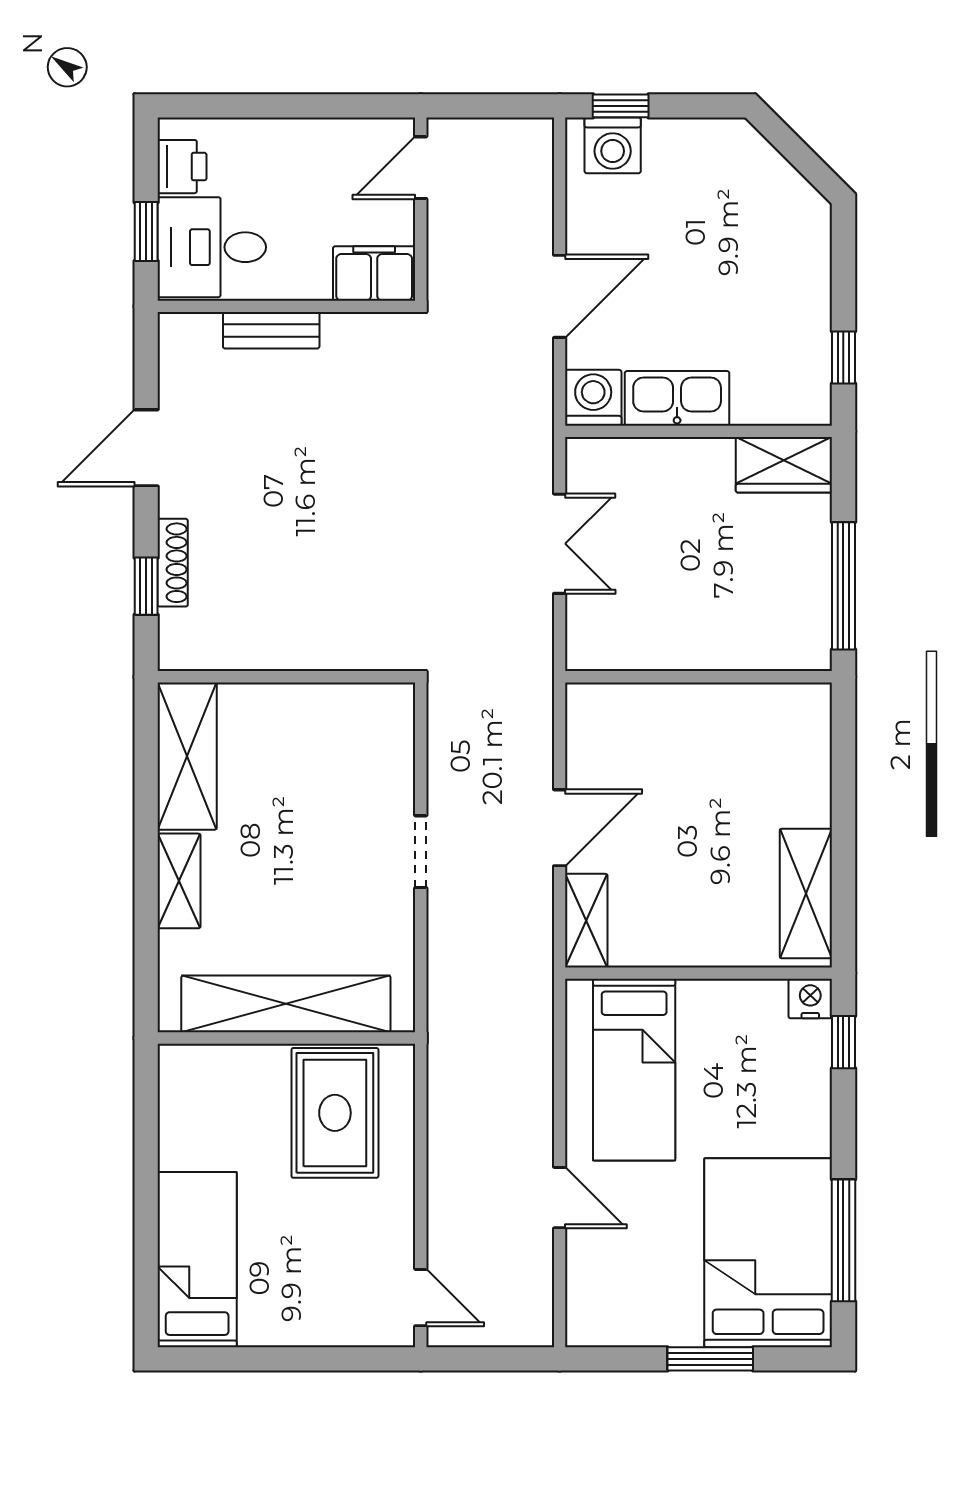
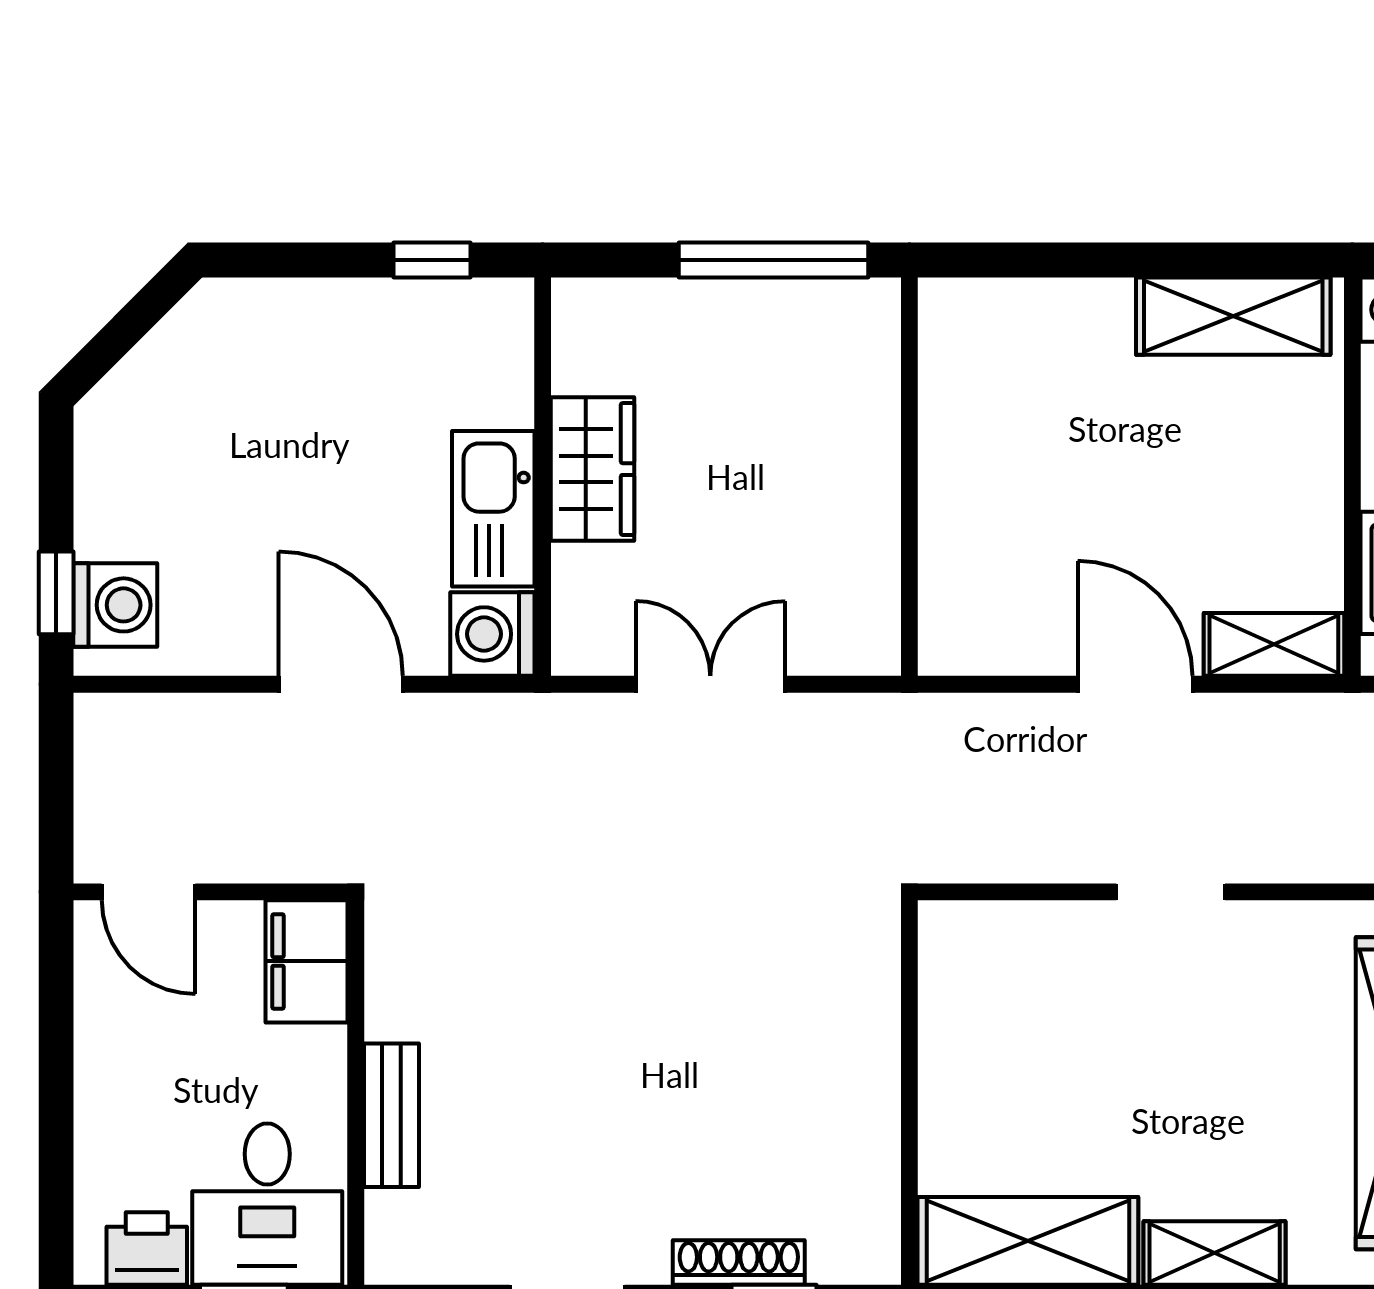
wardrobe: (784, 465) -> (593, 469), moved

